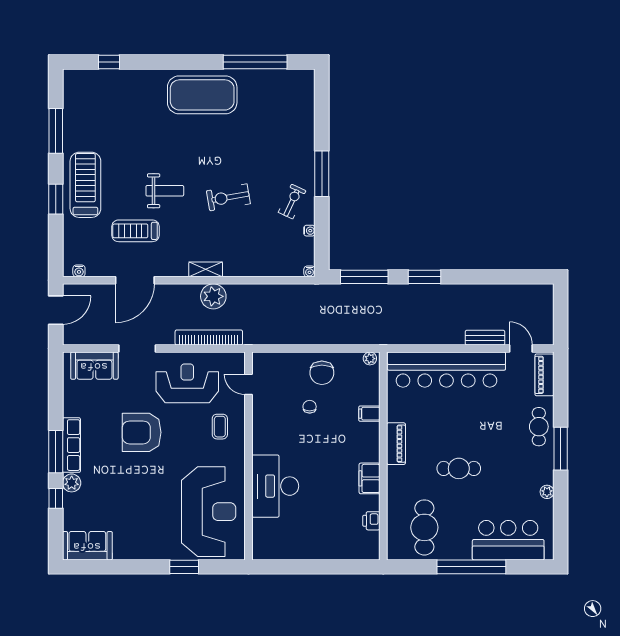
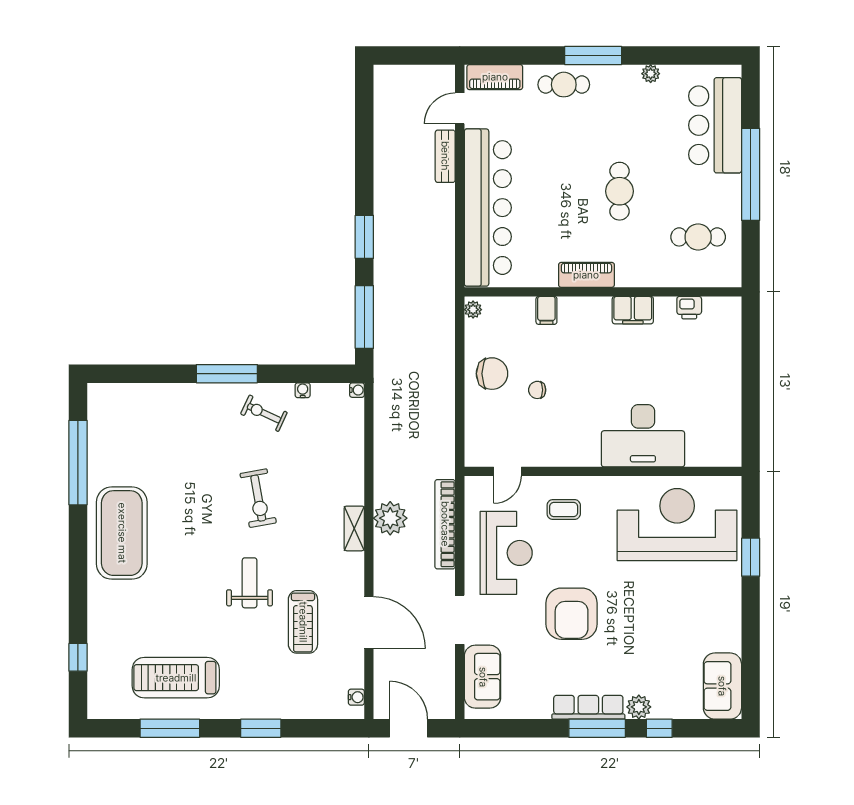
treadmill: (85, 185) -> (176, 678), moved
reception desk: (187, 383) -> (506, 553), turned 180
cafe table: (424, 527) -> (698, 237), width x0.73, depth x0.74

